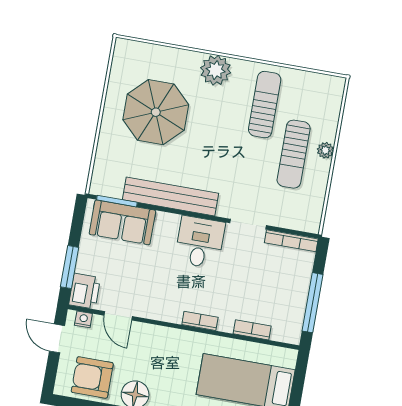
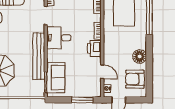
printer: (85, 291) -> (94, 48), moved, turned -90
door: (118, 316) -> (102, 72), hinge flipped
armchair: (92, 377) -> (135, 79), turned 90

